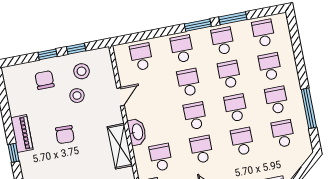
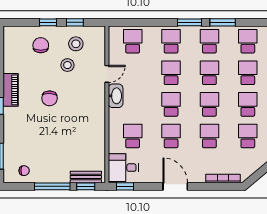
washbasin: (137, 132) -> (116, 96), moved
shelving: (120, 146) -> (97, 119), removed

